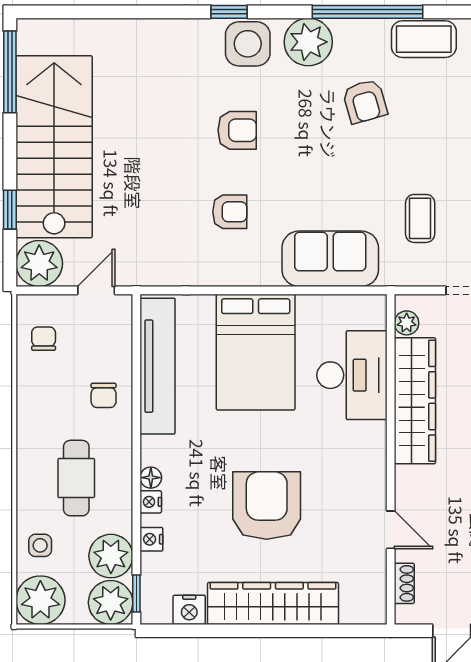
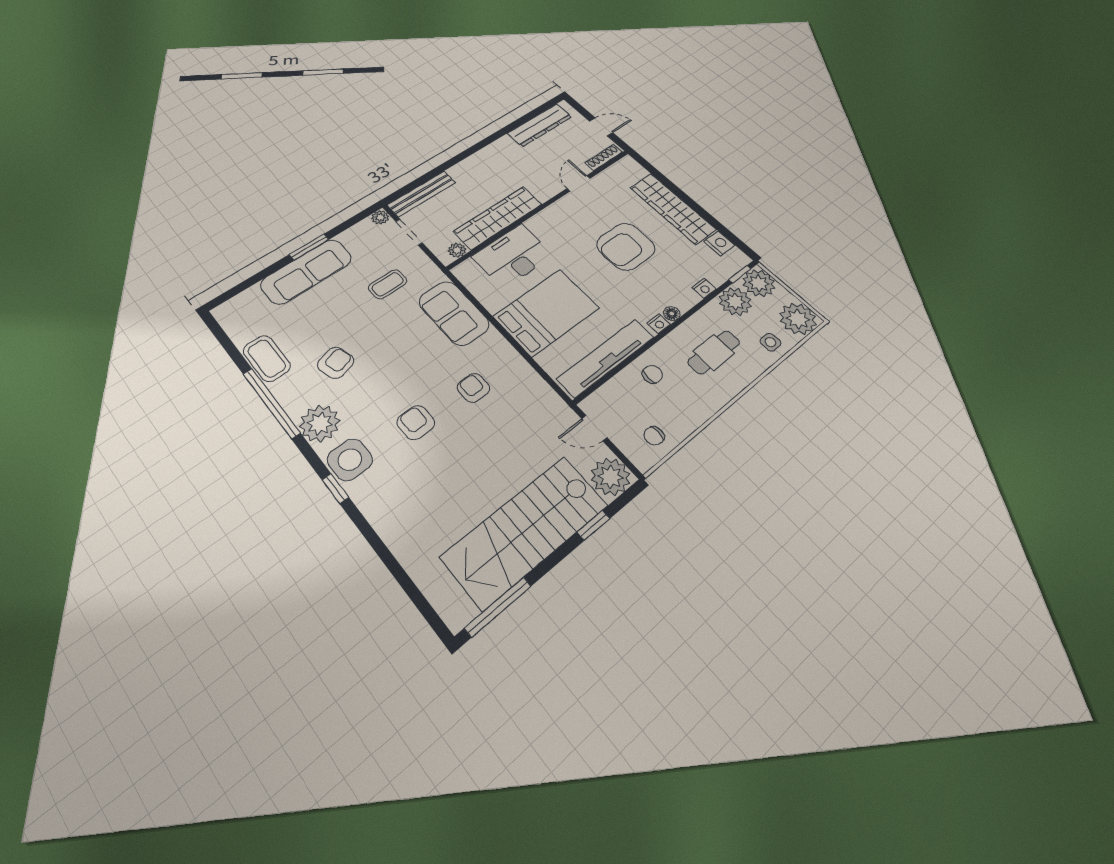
nightstand: (151, 502) -> (659, 324), moved
shoe rack: (404, 583) -> (604, 157), width x1.43

